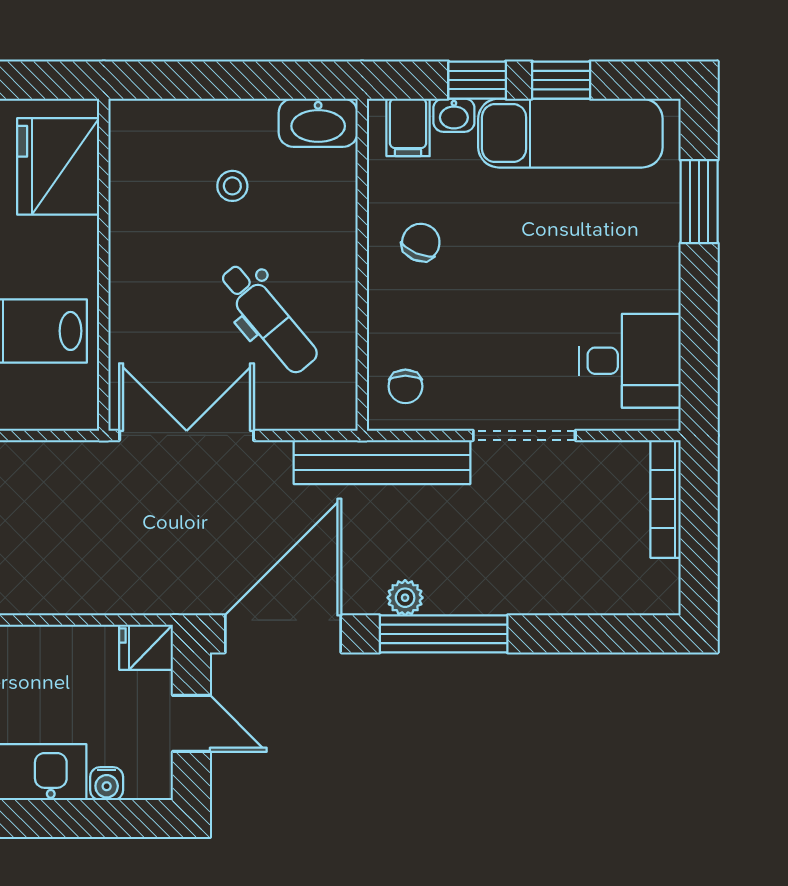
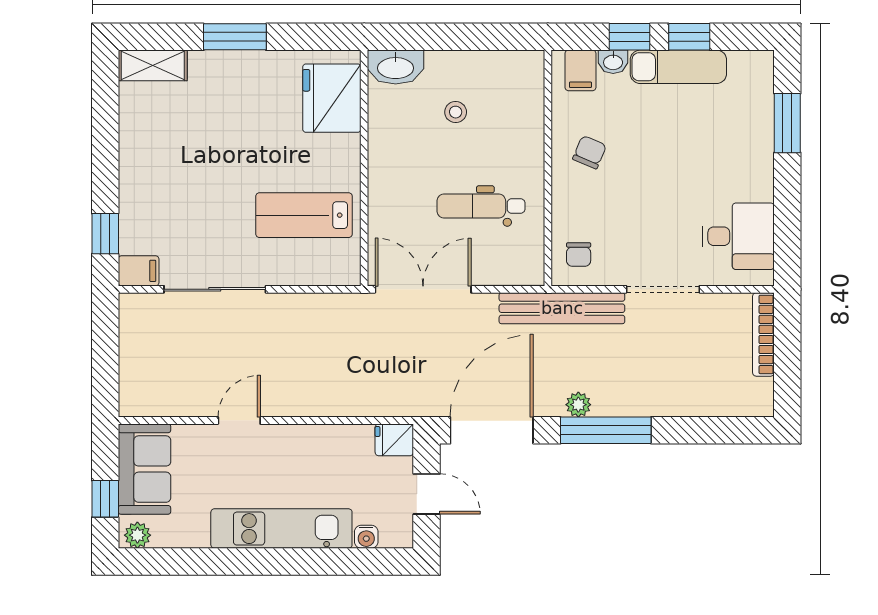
washbasin: (318, 123) -> (396, 67), moved
exam couch: (570, 133) -> (678, 67), width x0.73, depth x0.69
dental chair: (268, 318) -> (481, 206), turned 130

